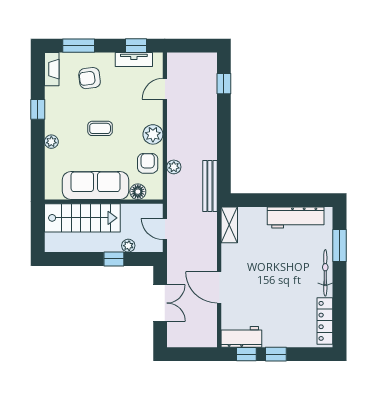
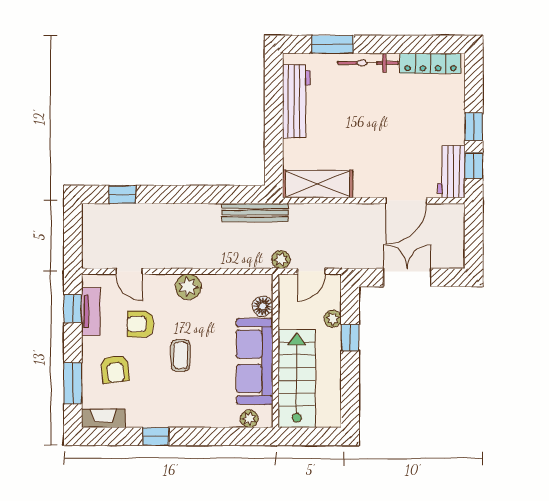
plant: (51, 142) -> (249, 419), moved
armchair: (148, 163) -> (140, 324), moved
plant: (174, 167) -> (281, 260), moved
shelving: (229, 225) -> (318, 184), width x1.50, depth x1.33
door: (219, 287) -> (406, 201), moved

